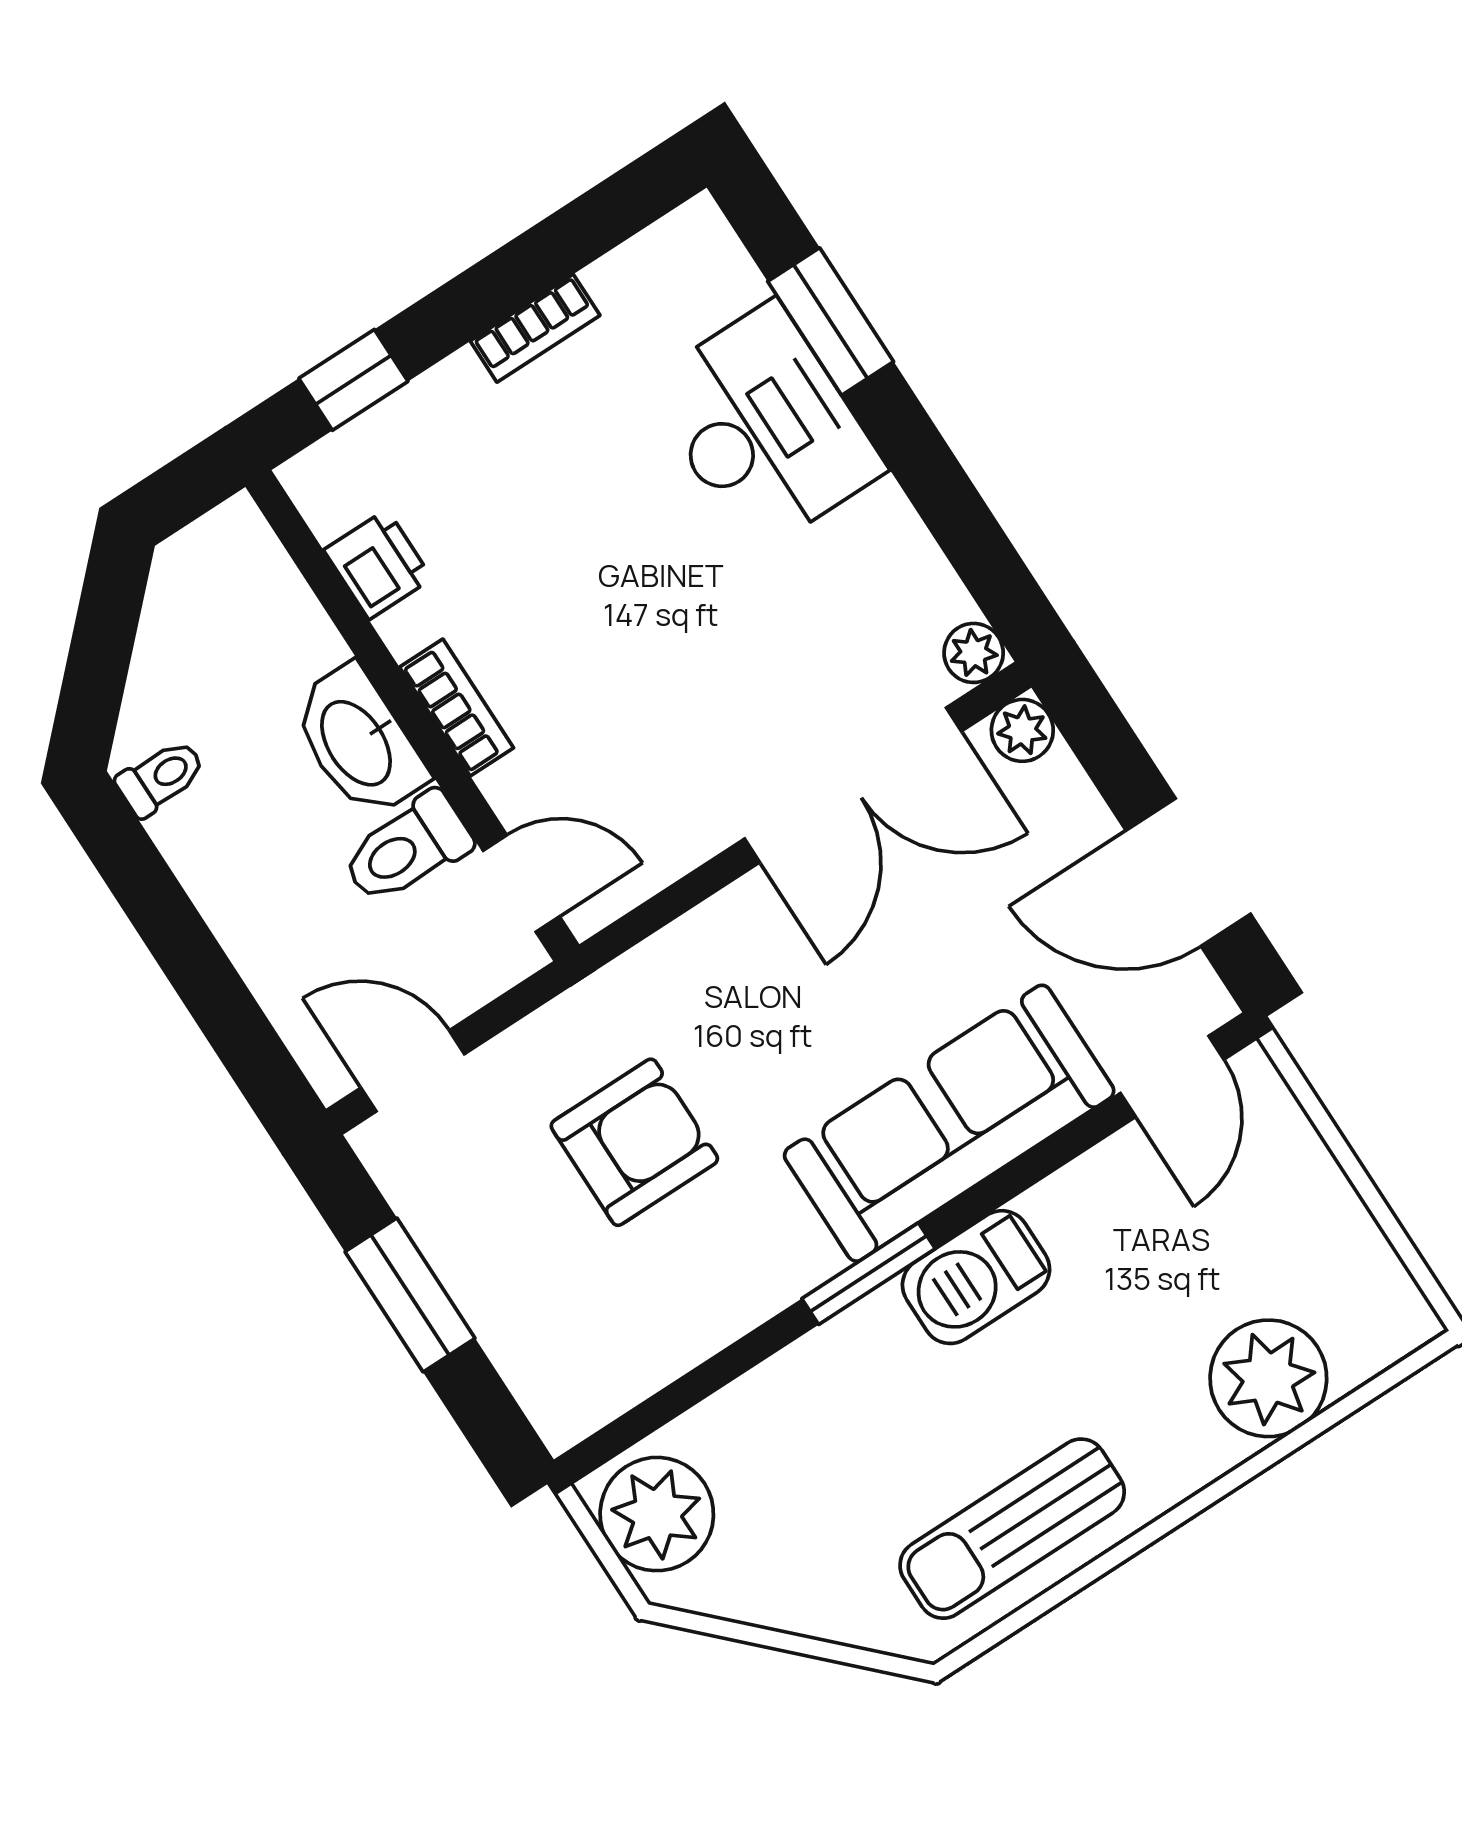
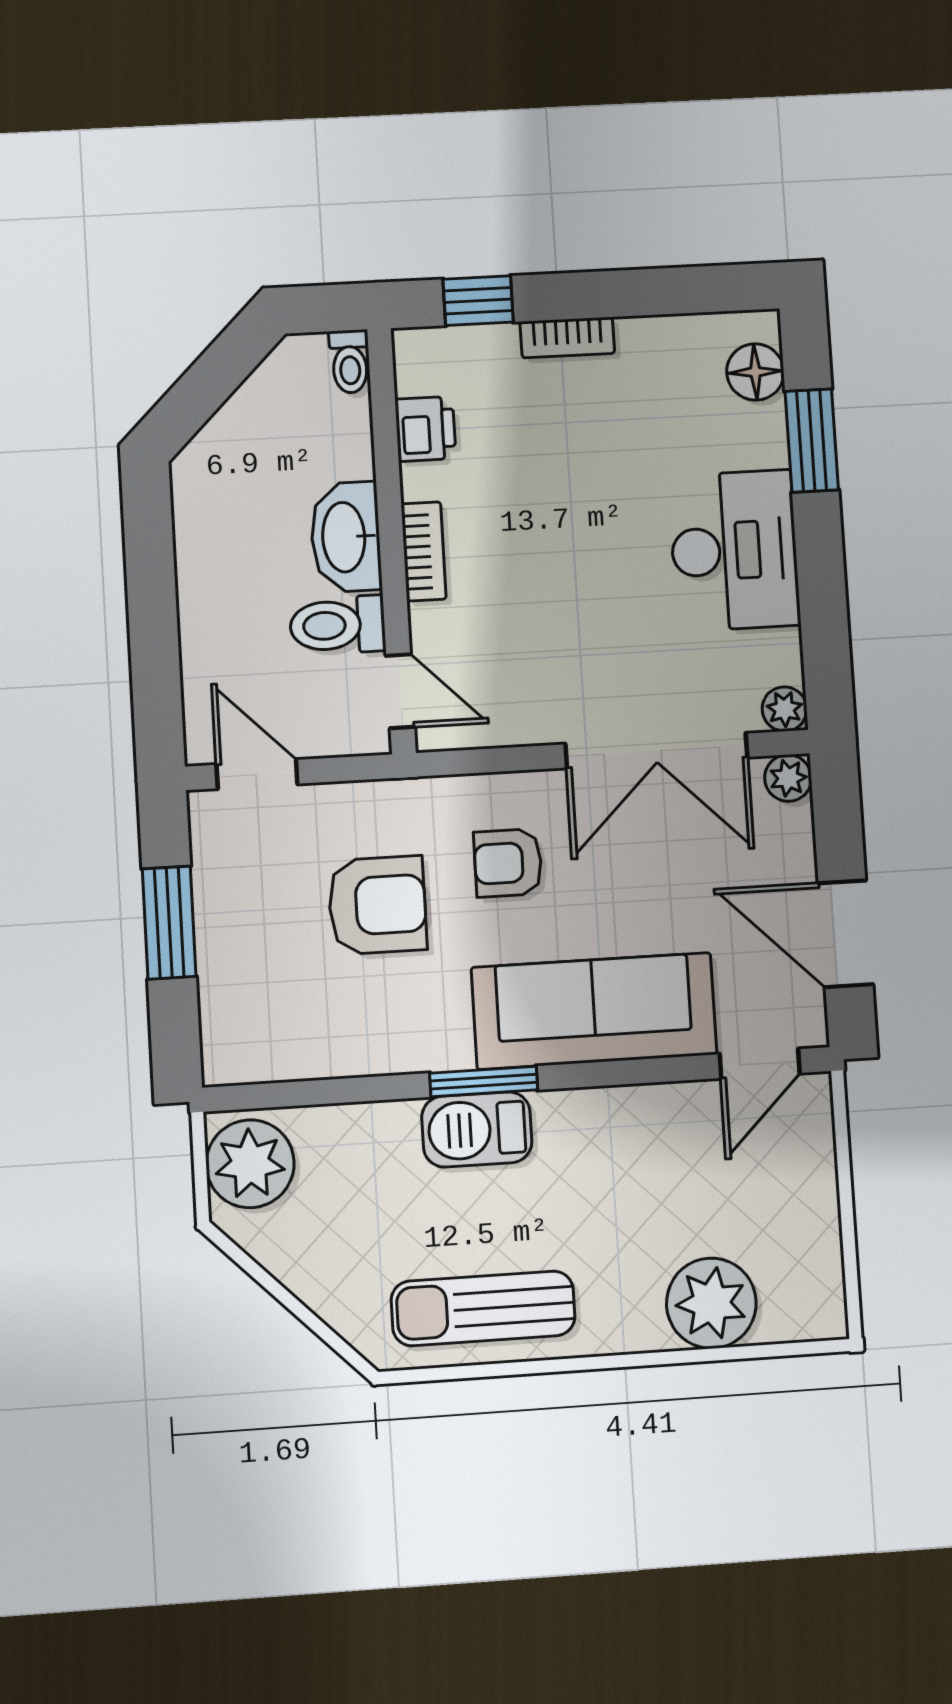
floor lamp: (720, 279) -> (755, 372), added
bookcase: (535, 328) -> (567, 337), moved
desk: (764, 427) -> (734, 550), moved
toilet: (161, 778) -> (350, 361), moved, turned 90
armchair: (756, 1010) -> (508, 863), added
barbecue: (976, 1277) -> (477, 1129), moved

